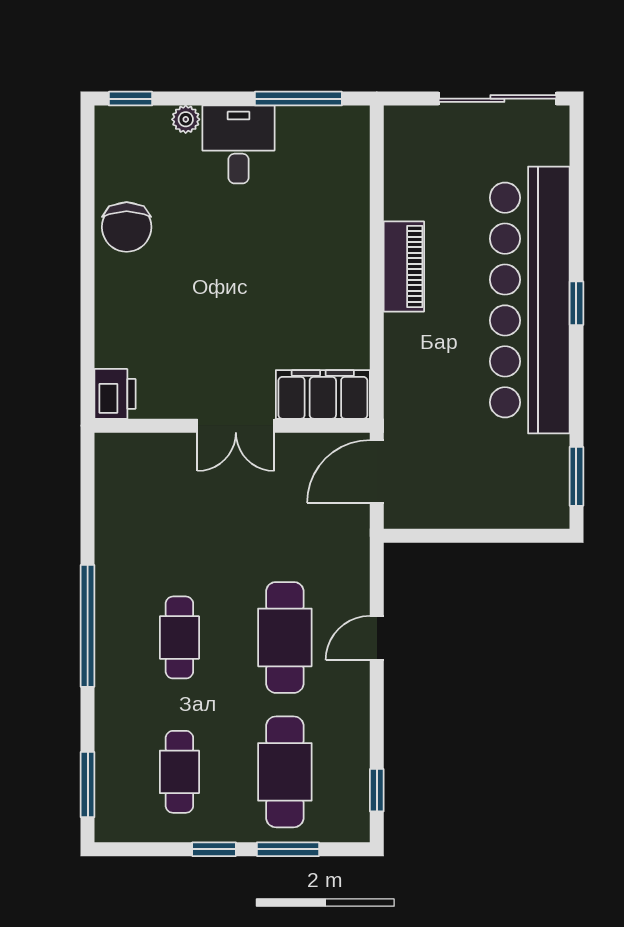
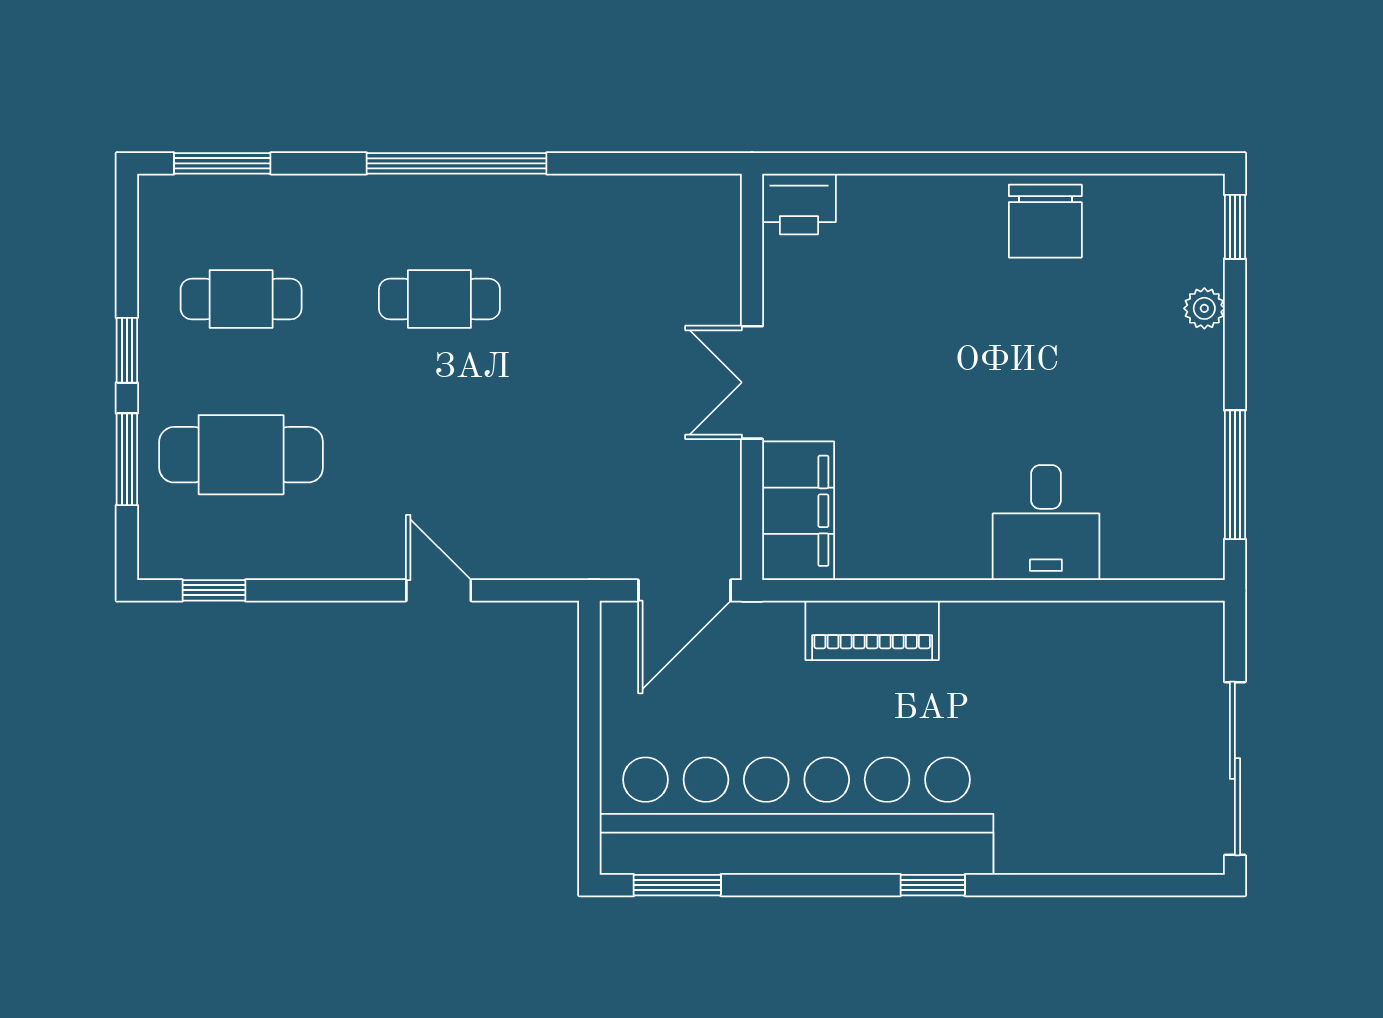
desk: (238, 144) -> (1046, 523), moved, turned 90
chair: (127, 227) -> (1045, 221), turned -90
piano: (404, 266) -> (872, 630), moved
bar counter: (530, 300) -> (797, 816), moved
door: (377, 471) -> (684, 590), swing flipped
cafe table: (285, 637) -> (439, 455), removed

